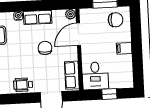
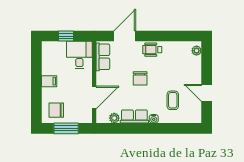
plant: (70, 14) -> (114, 118), moved
chair: (45, 48) -> (140, 78), moved
wheelchair: (23, 85) -> (152, 50), turned 180

